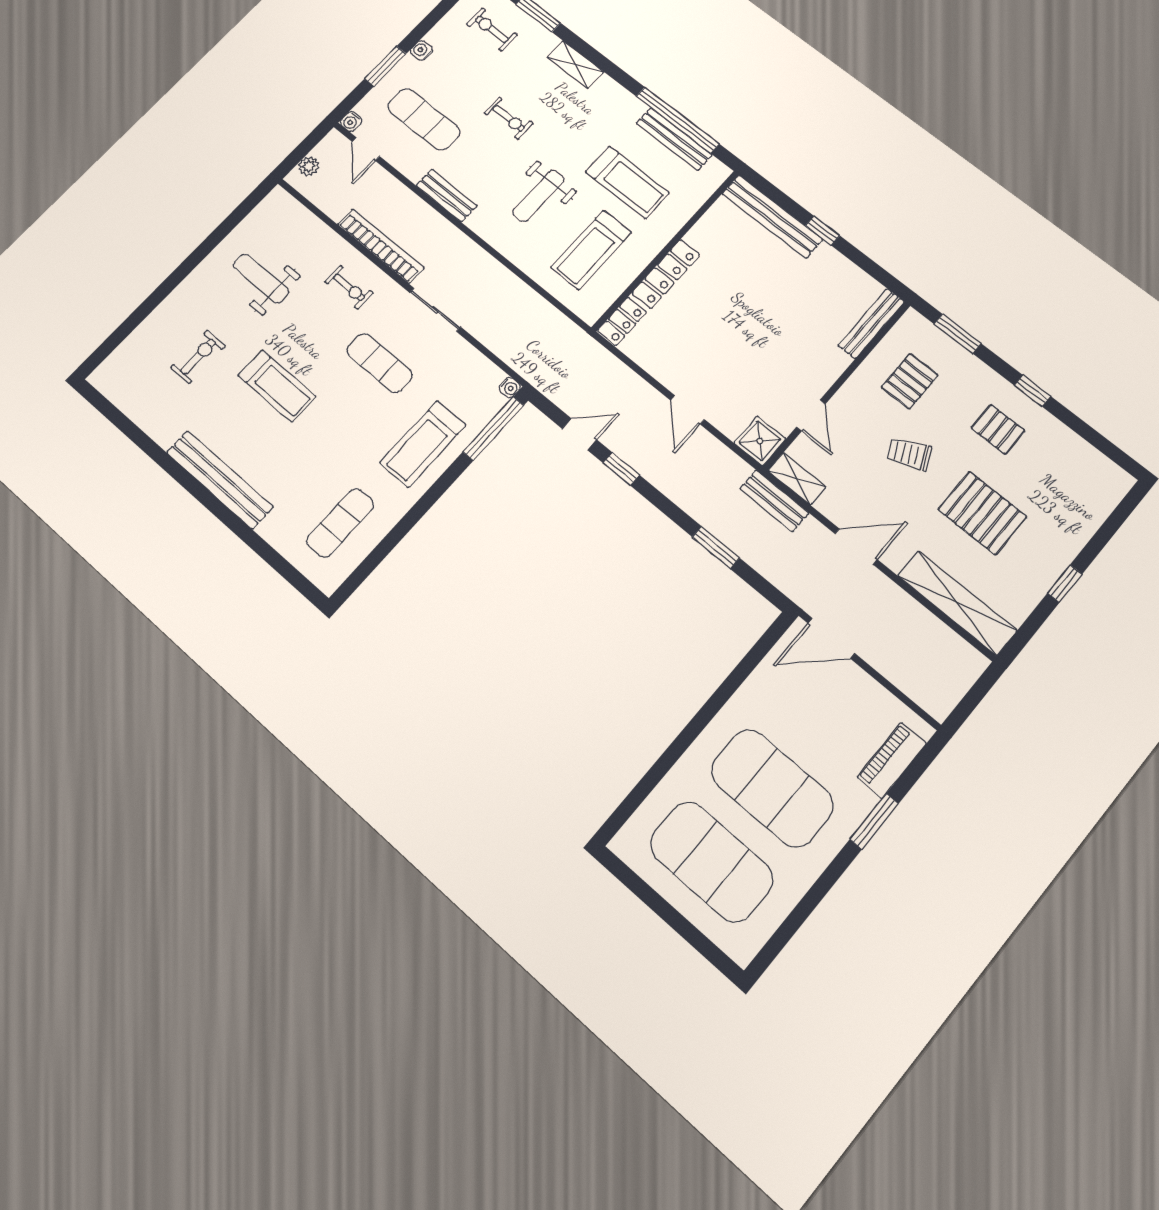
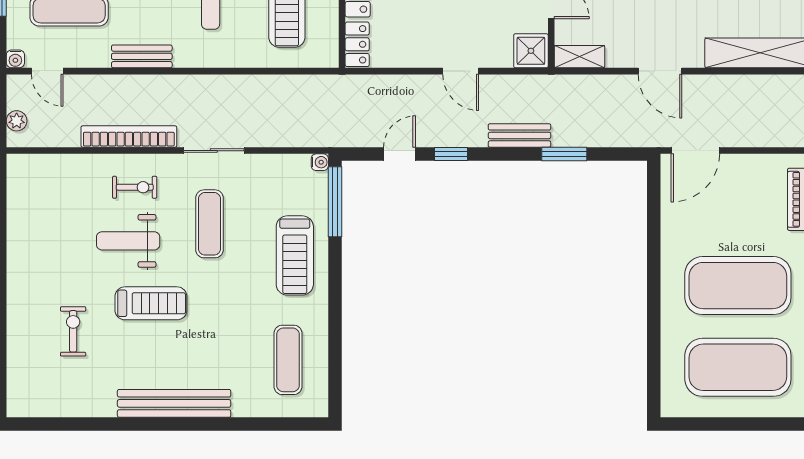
weight bench: (261, 278) -> (128, 241), moved
exercise mat: (380, 363) -> (210, 224), turned 90
bench: (774, 501) -> (520, 135), moved
door: (856, 547) -> (660, 71), swing flipped

